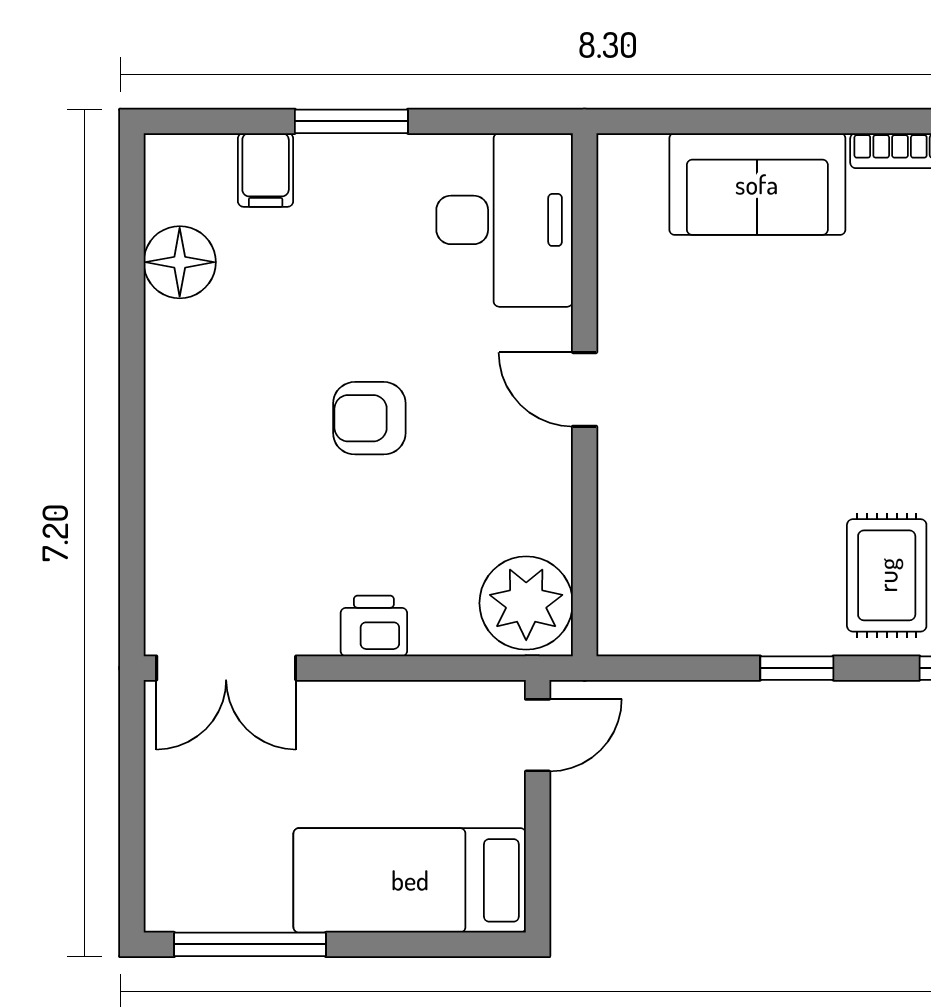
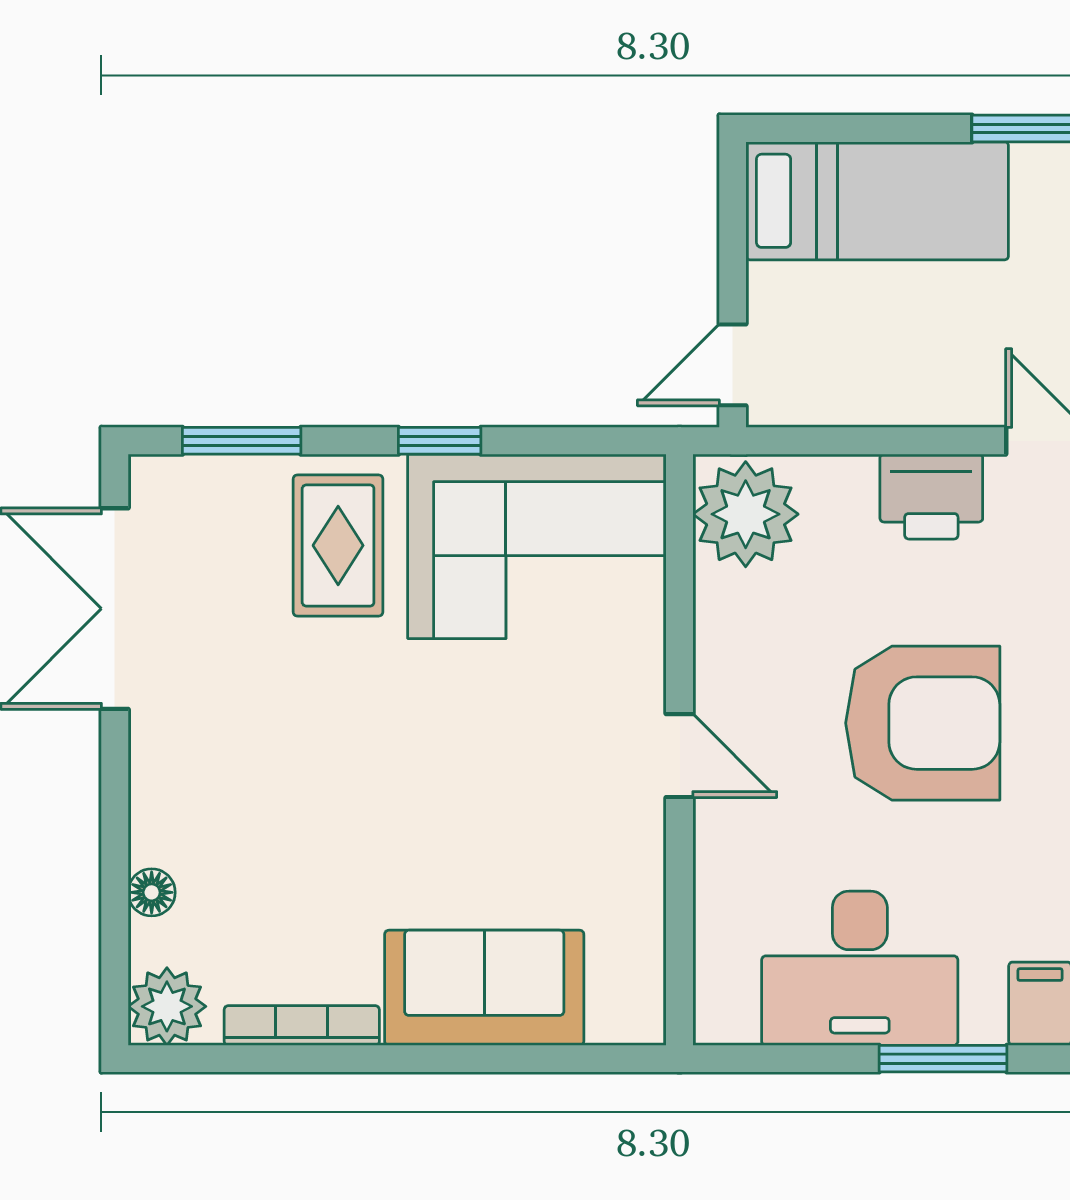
desk: (505, 220) -> (860, 968), moved, turned -90
armchair: (369, 418) -> (923, 723), width x1.88, depth x1.88
corner sofa: (711, 575) -> (537, 546), added
printer: (374, 626) -> (931, 497), width x1.36, depth x1.24

